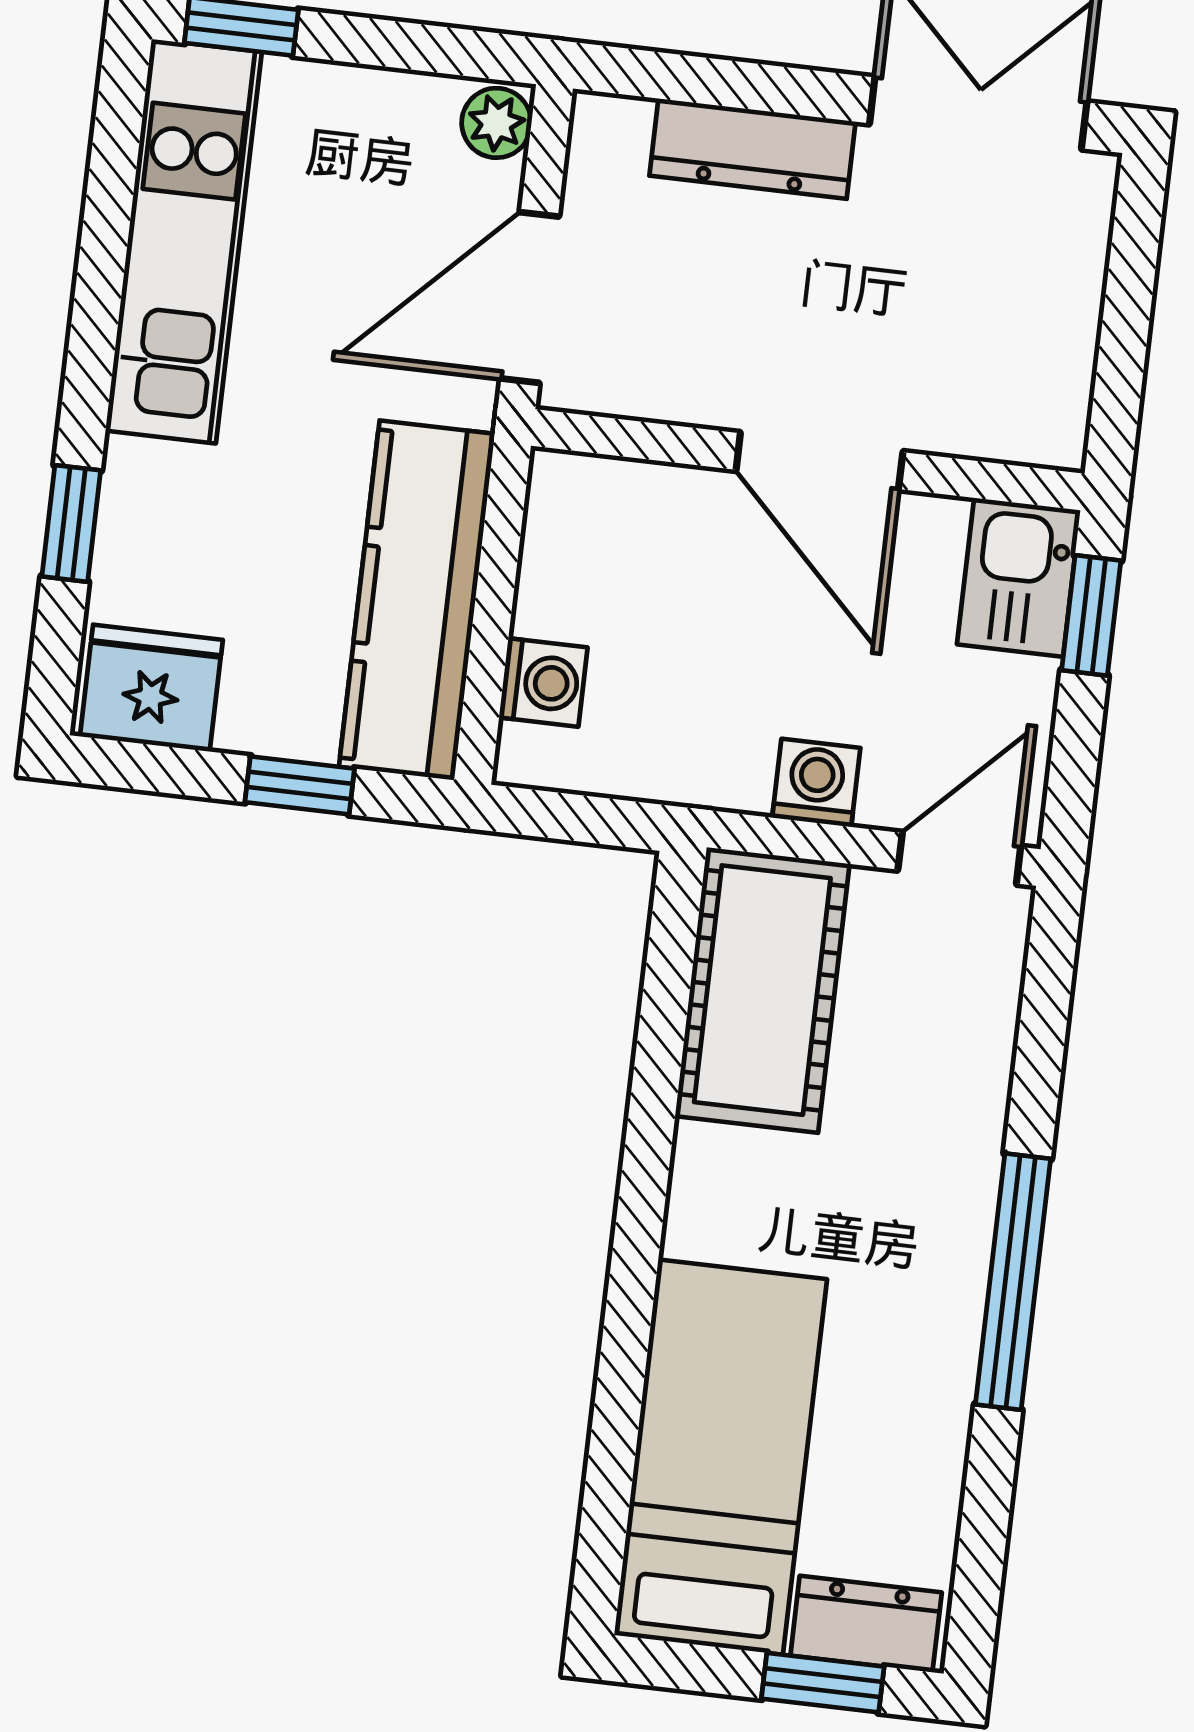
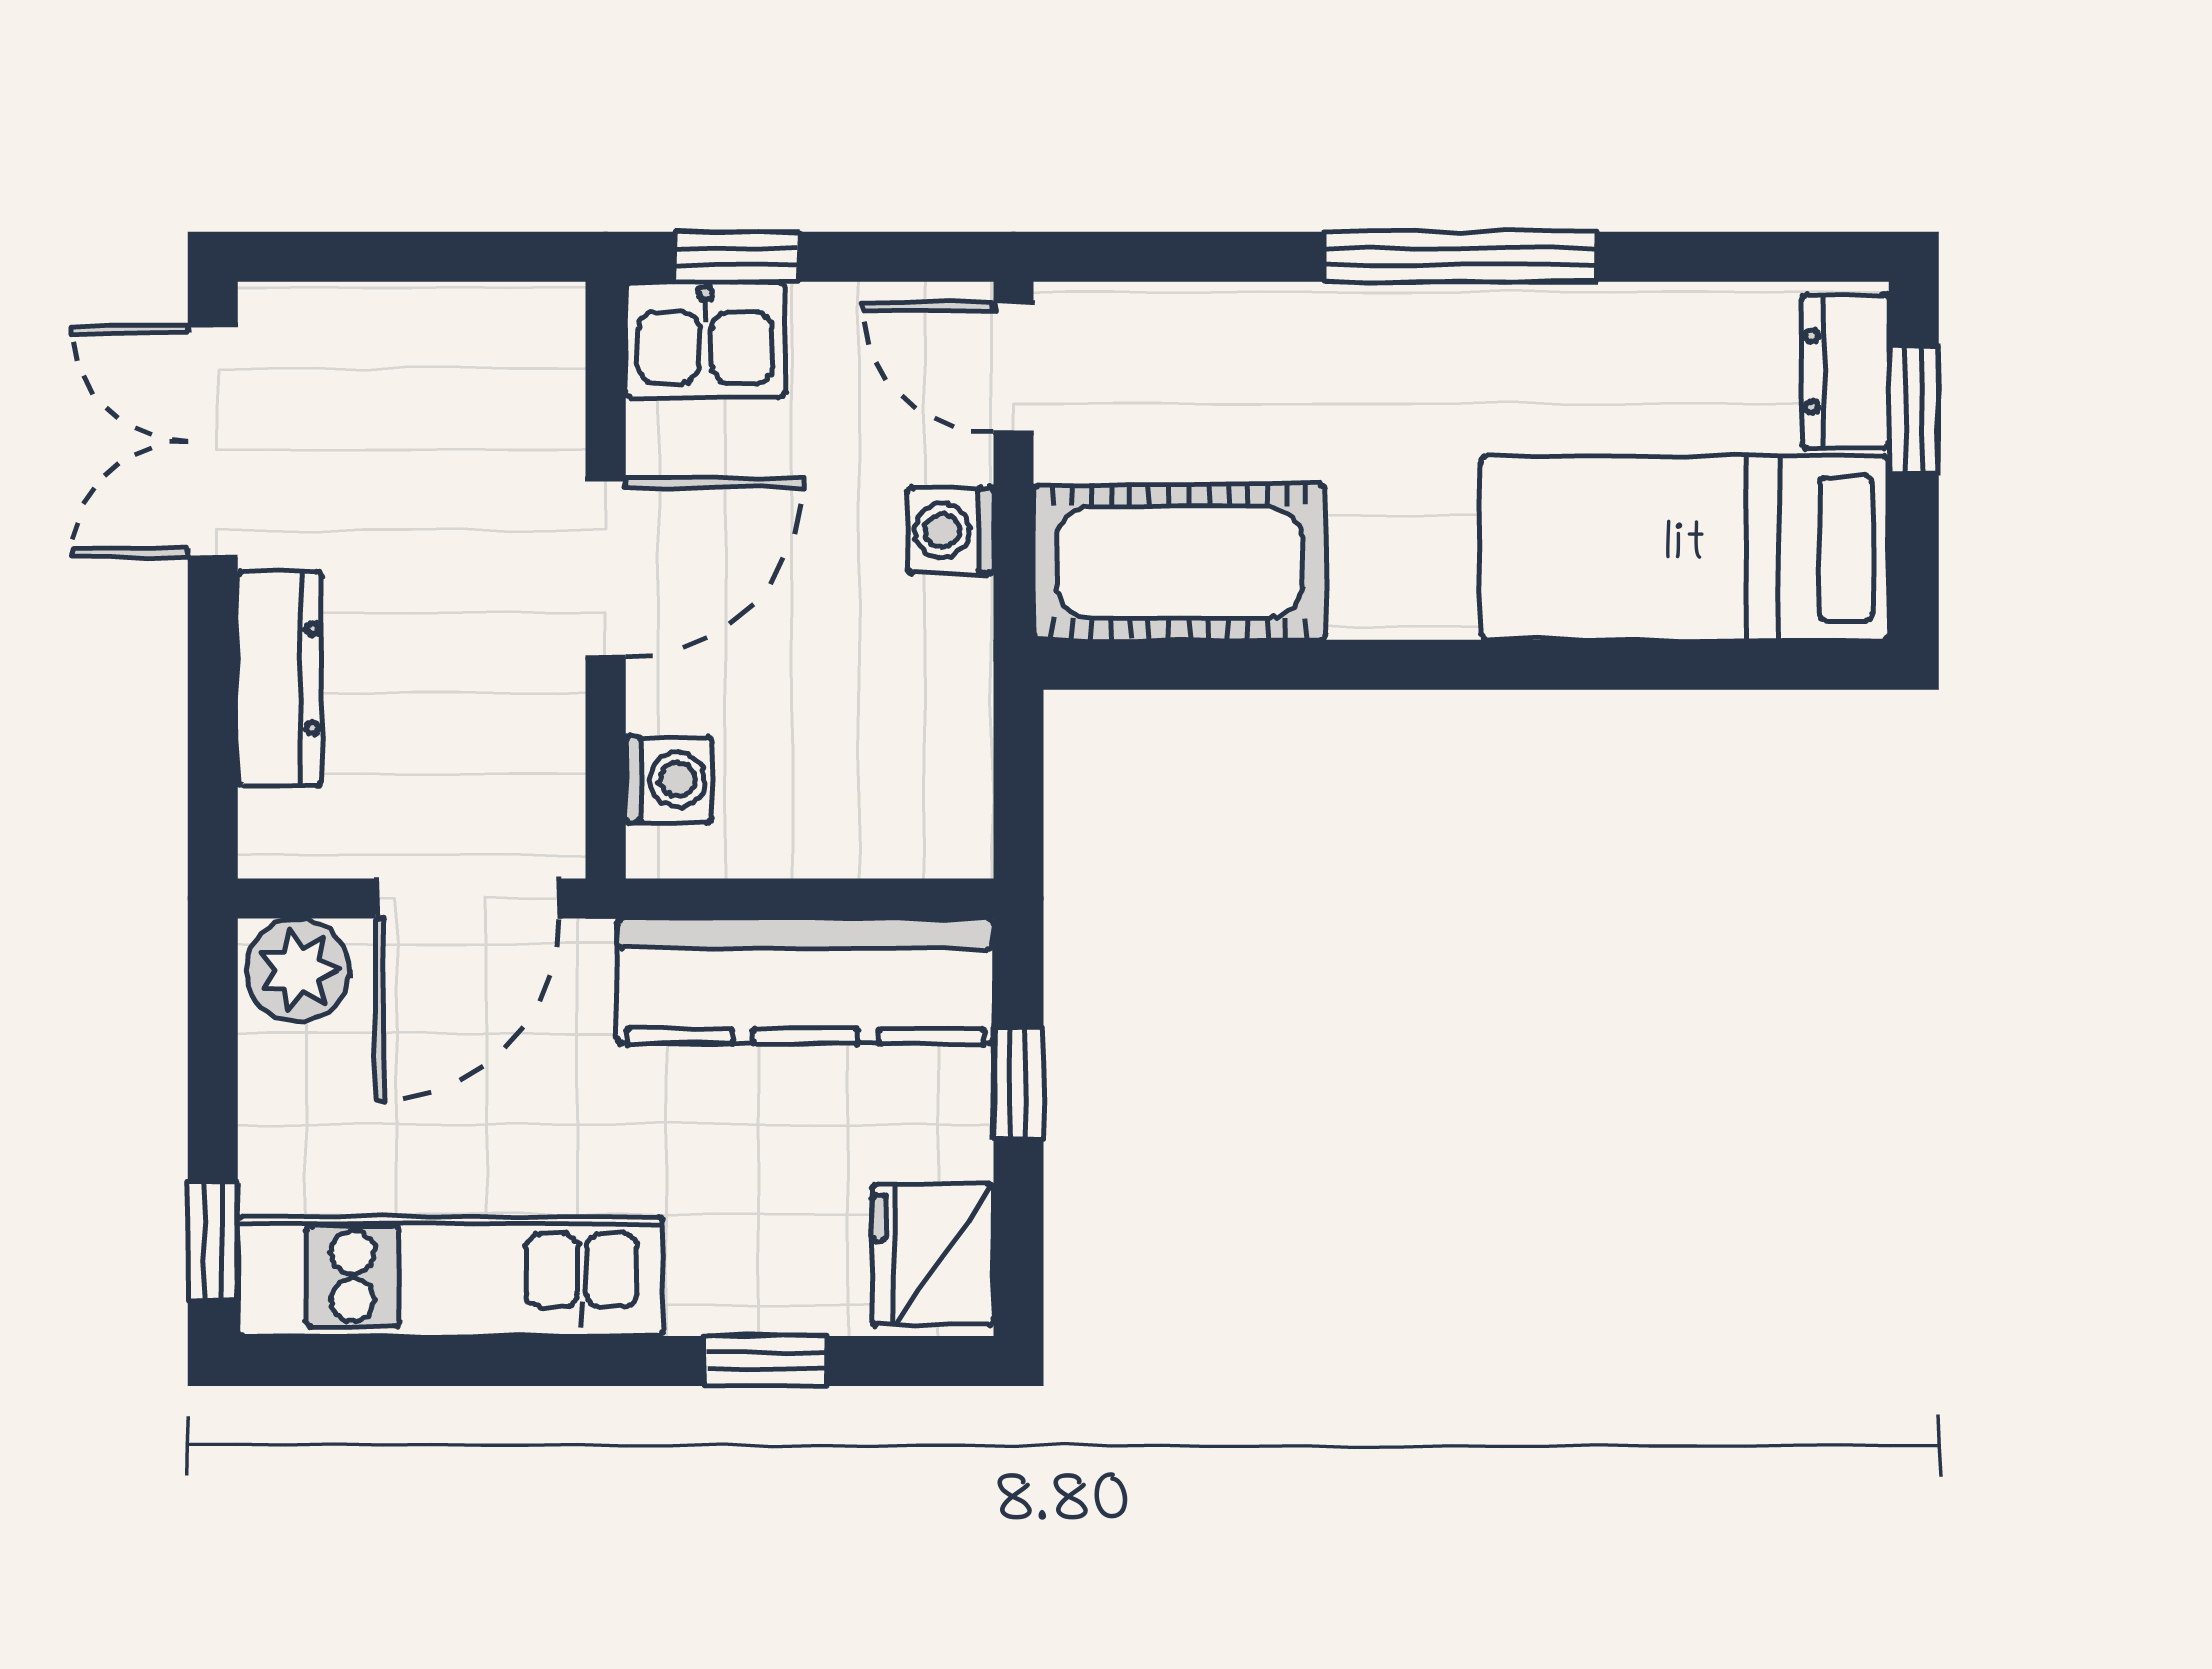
plant: (497, 123) -> (298, 970), width x1.38, depth x1.38
door: (530, 298) -> (467, 898), hinge flipped
washing machine: (543, 682) -> (669, 780), moved, turned 90

